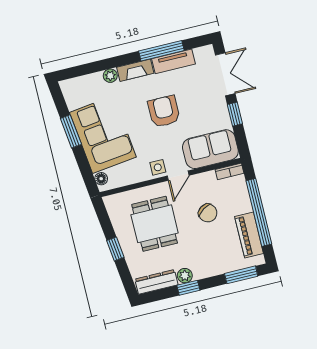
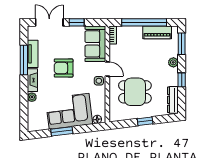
chair: (208, 213) -> (136, 56), removed
plant: (185, 276) -> (173, 62), moved

